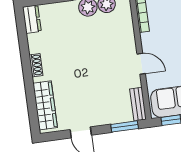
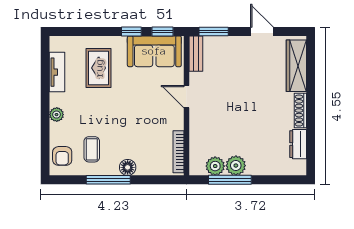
dresser: (32, 19) -> (298, 144), moved
shoe rack: (36, 65) -> (300, 111), width x1.43

